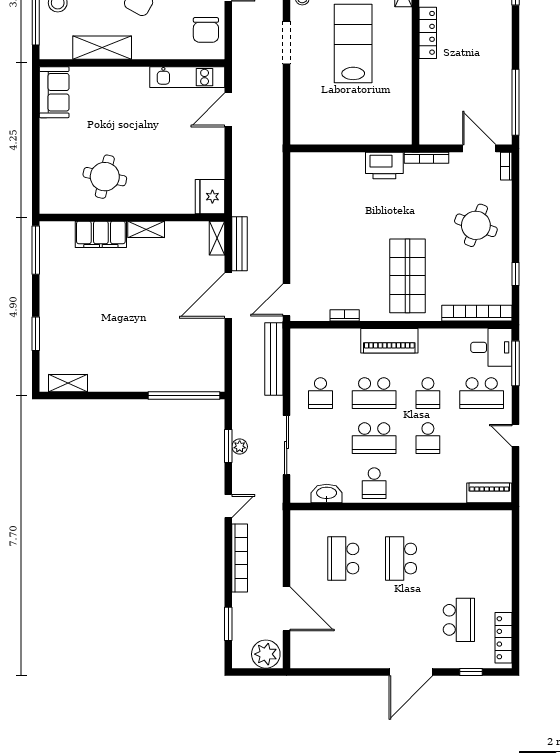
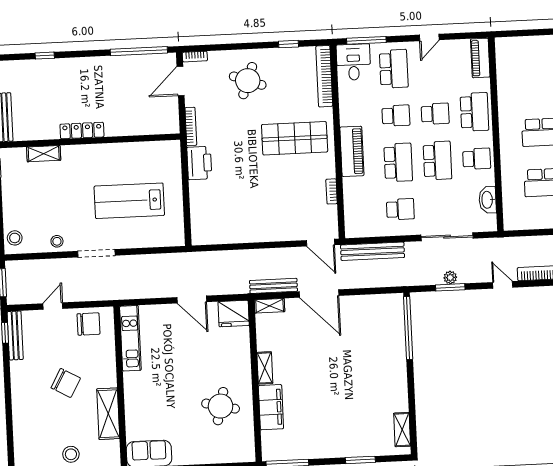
lab bench: (353, 44) -> (129, 201), moved
door: (228, 110) -> (192, 300), moved
school desk: (428, 483) -> (474, 112), added

